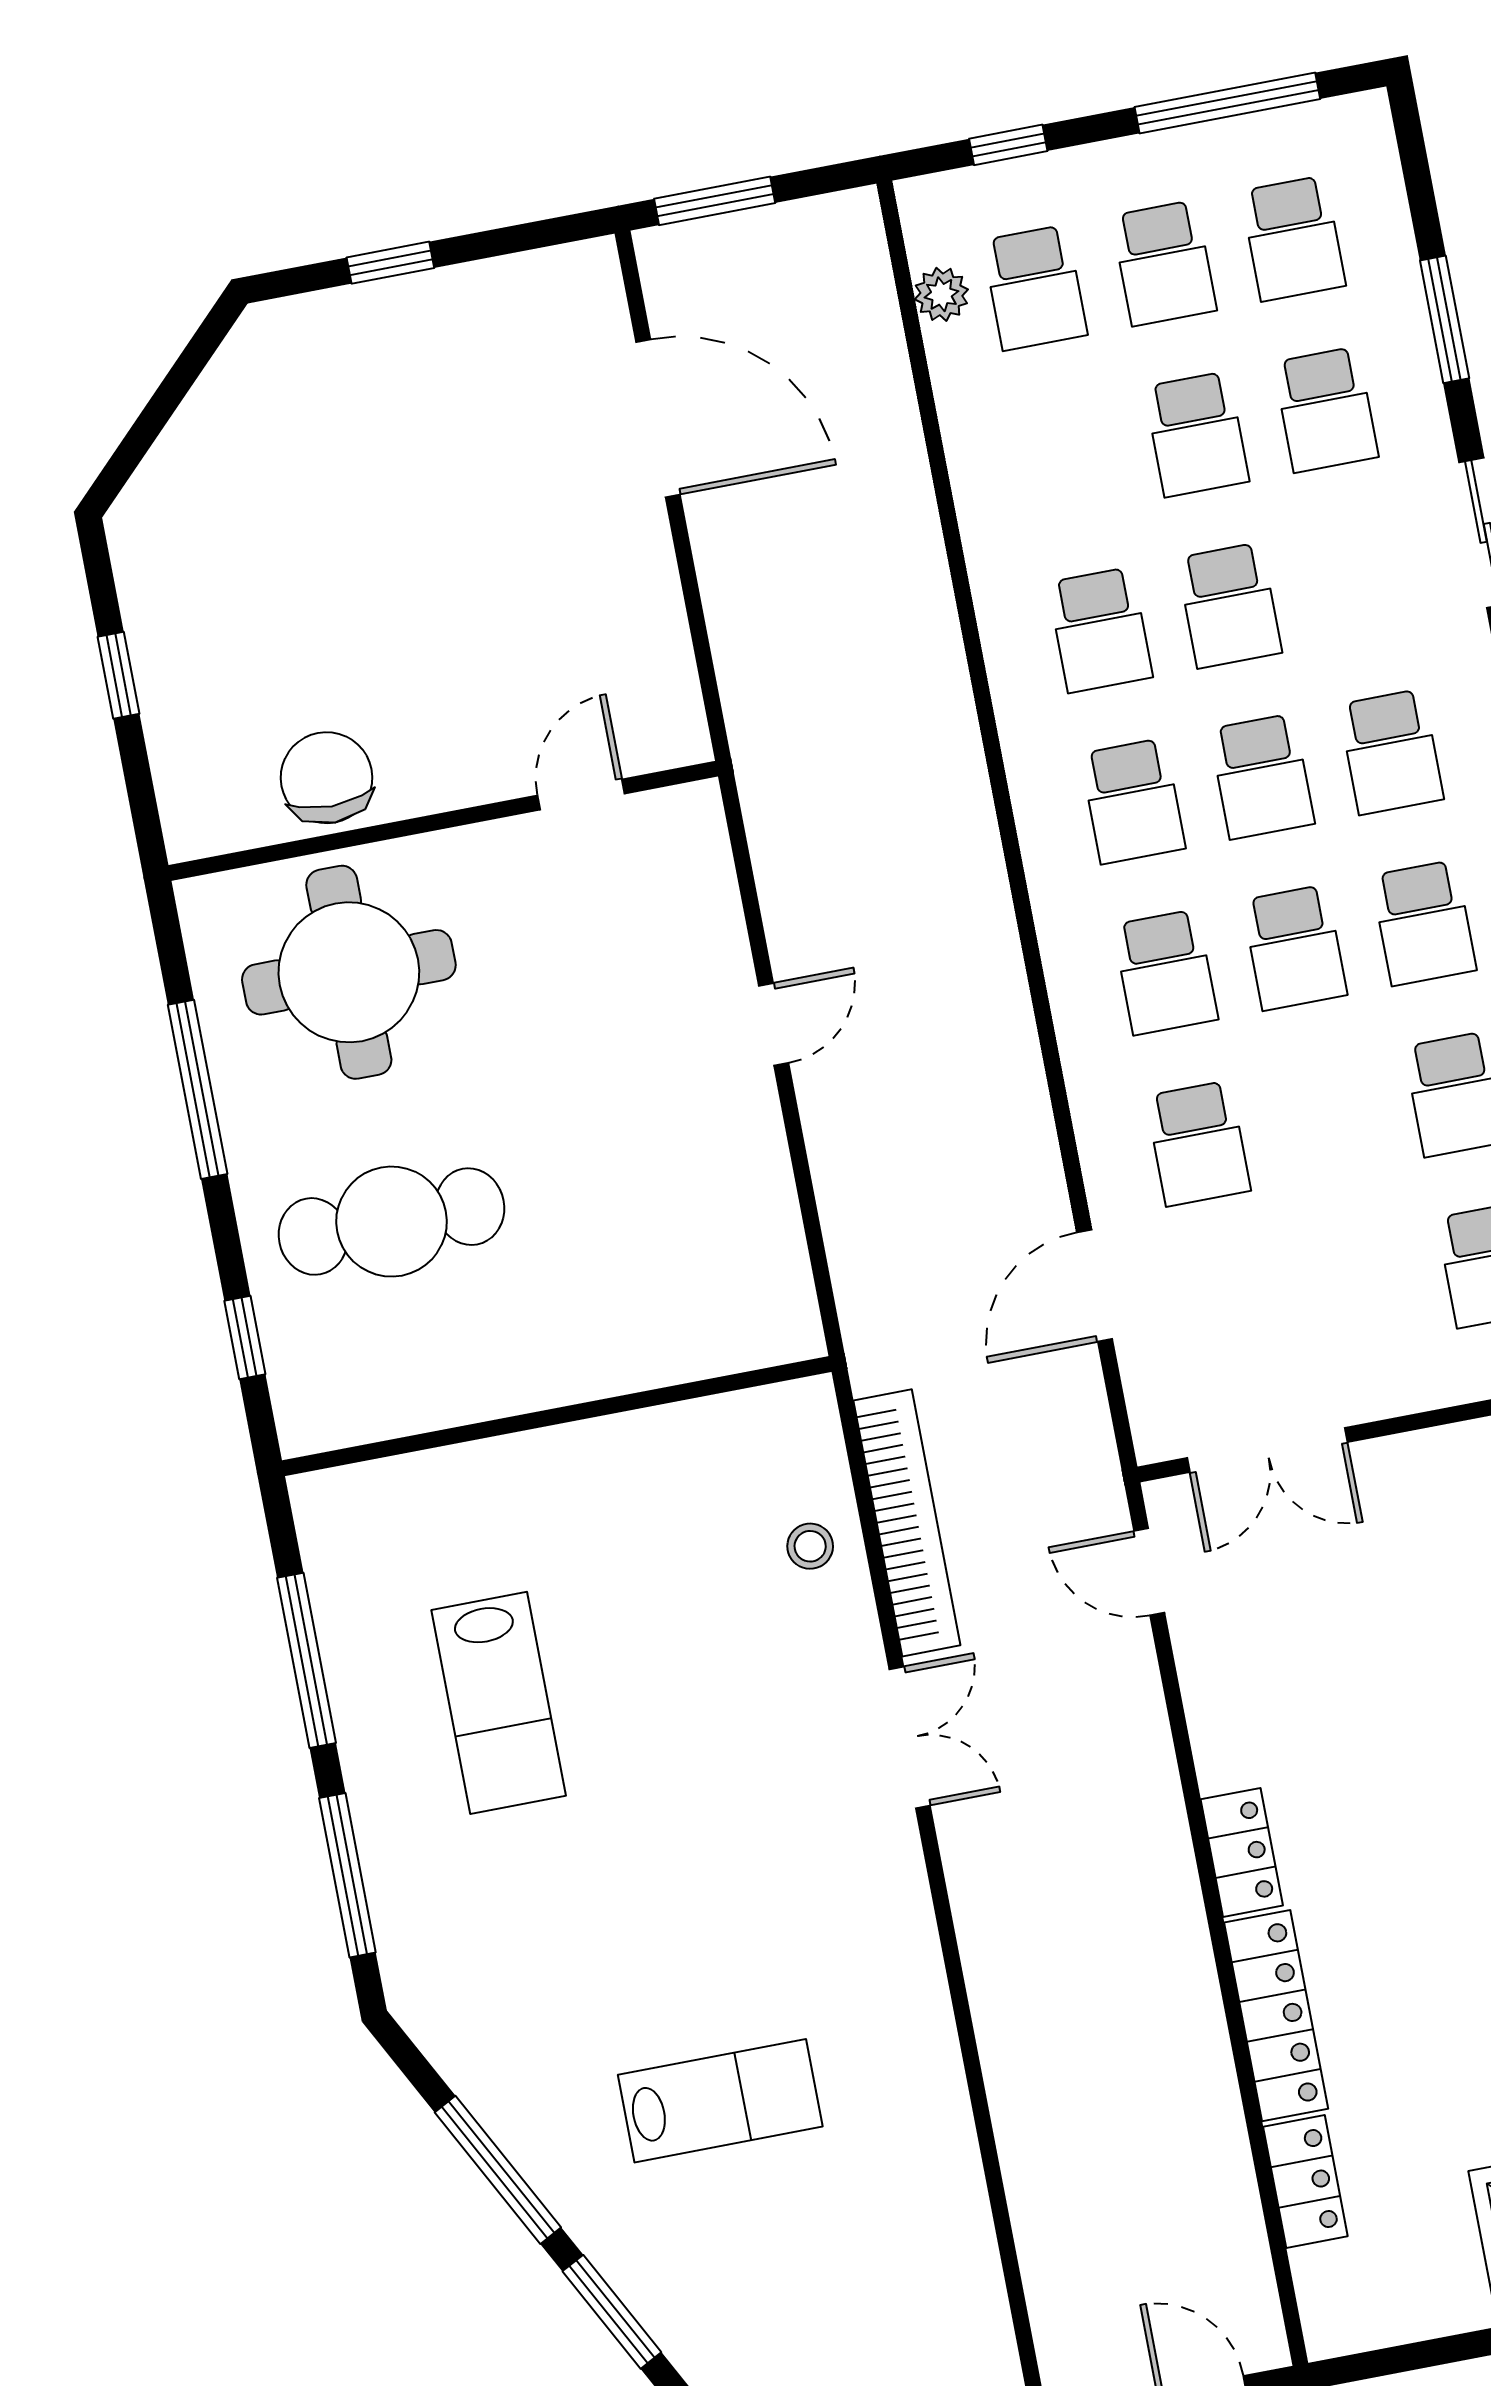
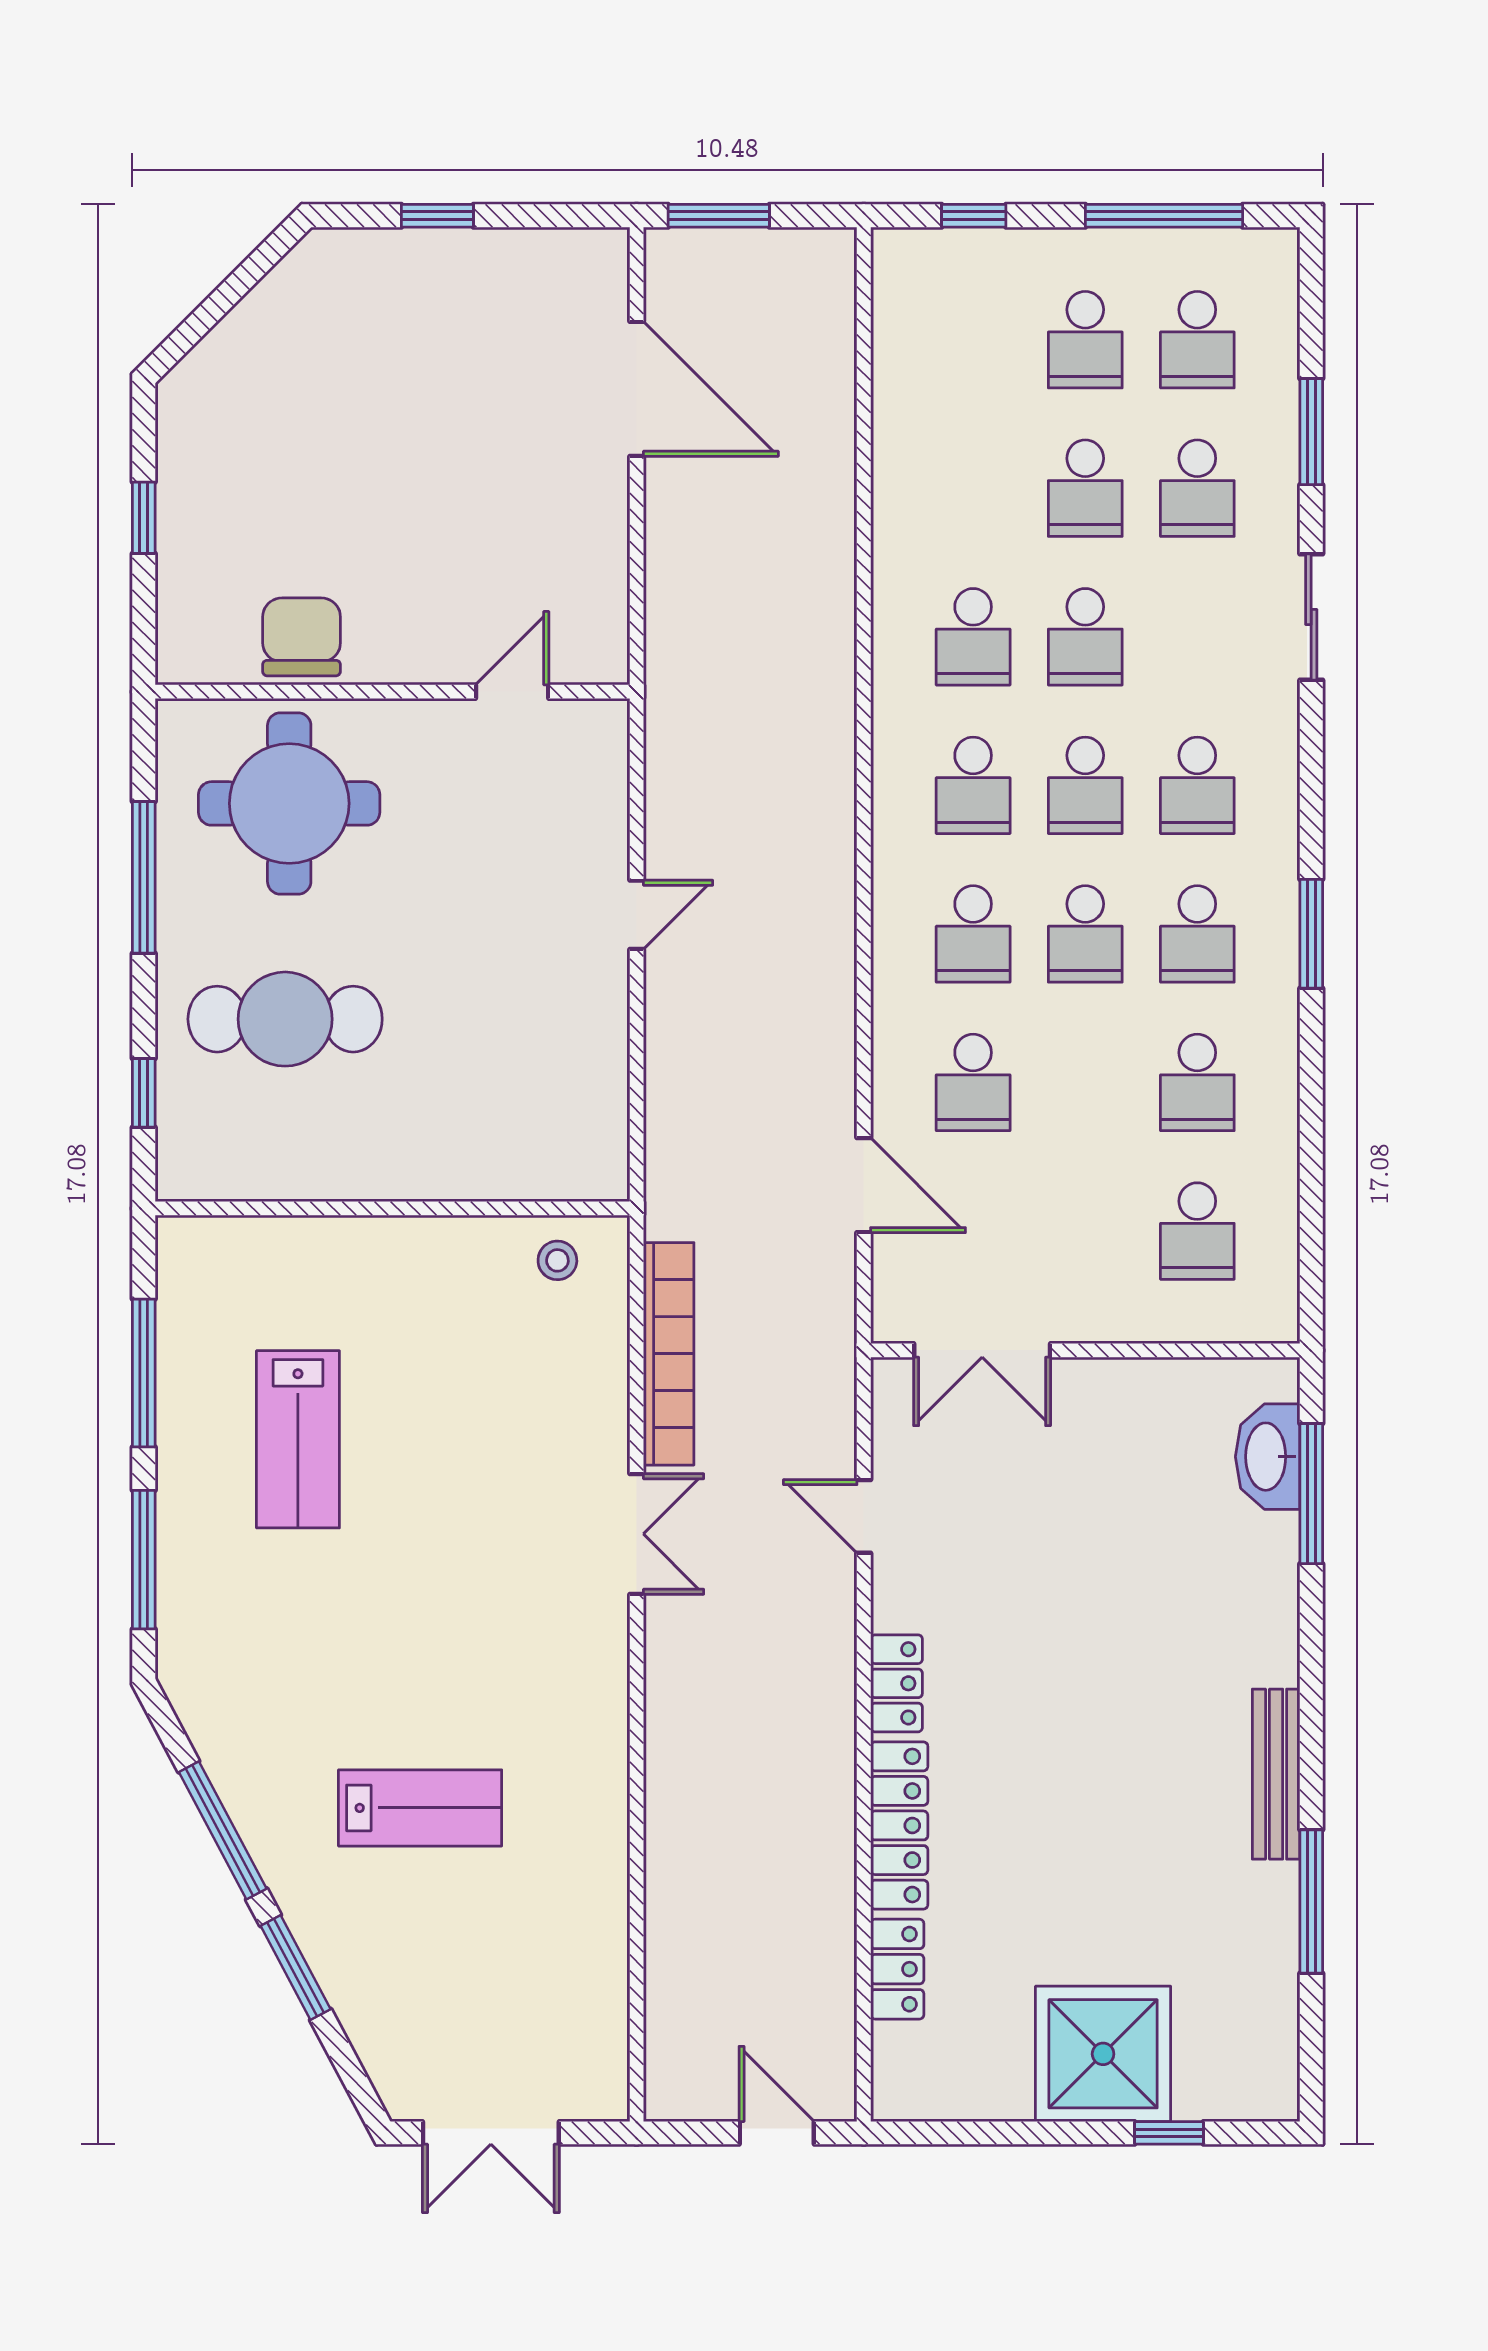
school desk: (1035, 288) -> (973, 340), removed
plant: (941, 294) -> (894, 330), removed
door: (1095, 1286) -> (864, 1185), swing flipped
stool: (810, 1546) -> (557, 1260), moved
door: (1149, 1572) -> (864, 1516), moved

